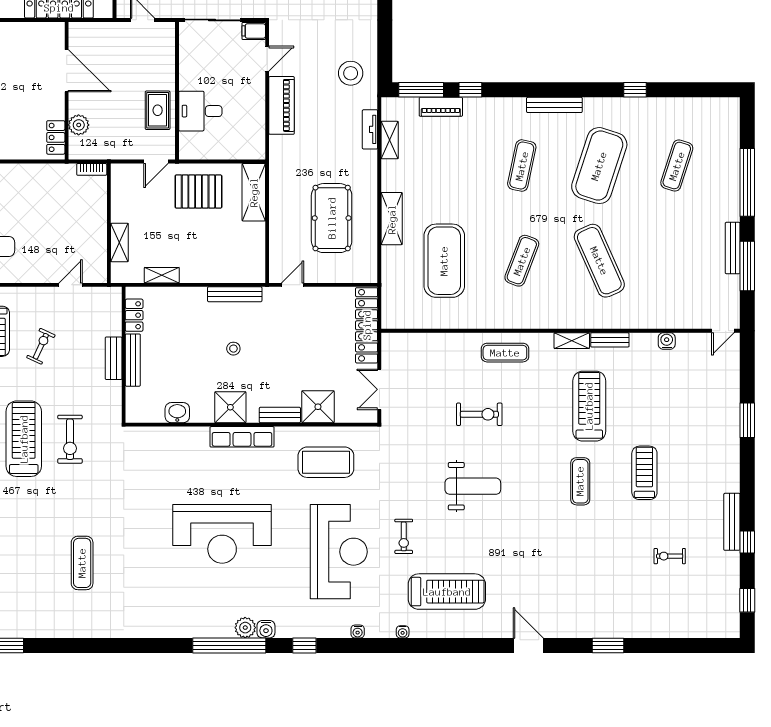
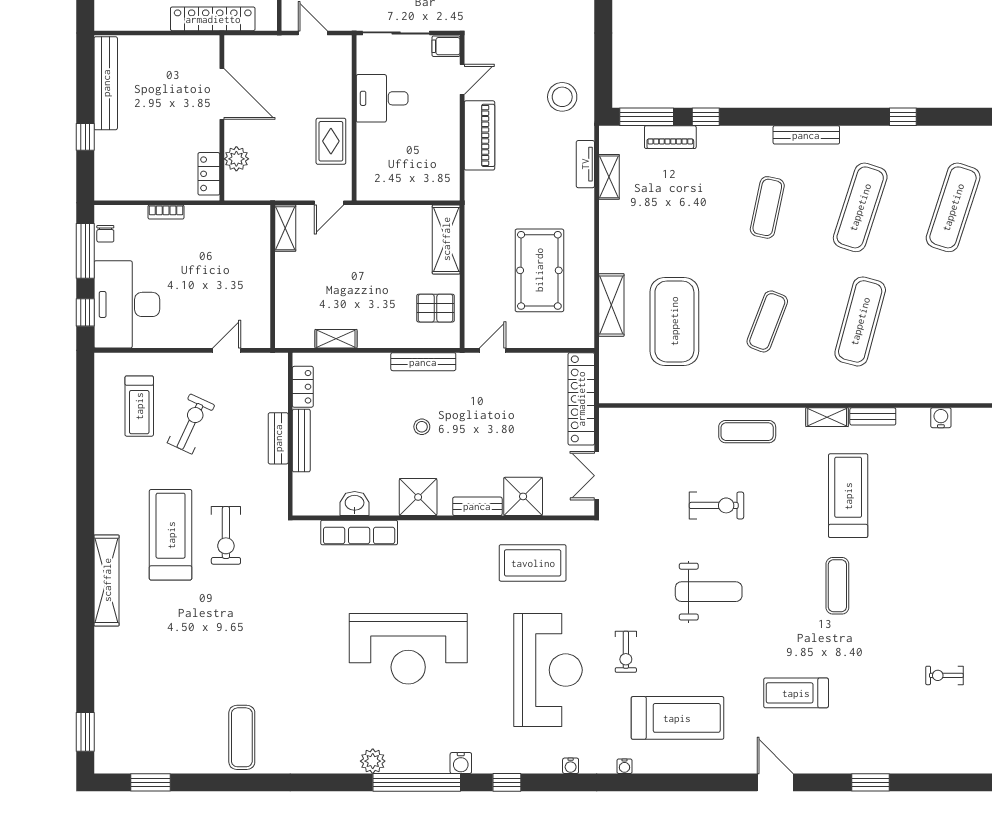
desk: (200, 111) -> (382, 98), moved
exercise mat: (599, 166) -> (860, 207), width x0.68
exercise mat: (677, 166) -> (953, 207), width x1.36, depth x1.45
bookcase: (92, 169) -> (166, 212), moved
pallet: (198, 192) -> (436, 308), moved, width x0.67, depth x0.71
shelving: (392, 219) -> (611, 305), moved
shelving: (119, 242) -> (285, 228), moved
exercise mat: (599, 261) -> (860, 321), turned 39
exercise bike: (41, 346) -> (191, 424), width x1.38, depth x1.39
row of seats: (242, 437) -> (359, 532), moved
treadmill: (644, 473) -> (796, 693), moved, turned -90
exercise mat: (82, 563) -> (242, 737), moved
plant: (245, 628) -> (373, 761), moved

